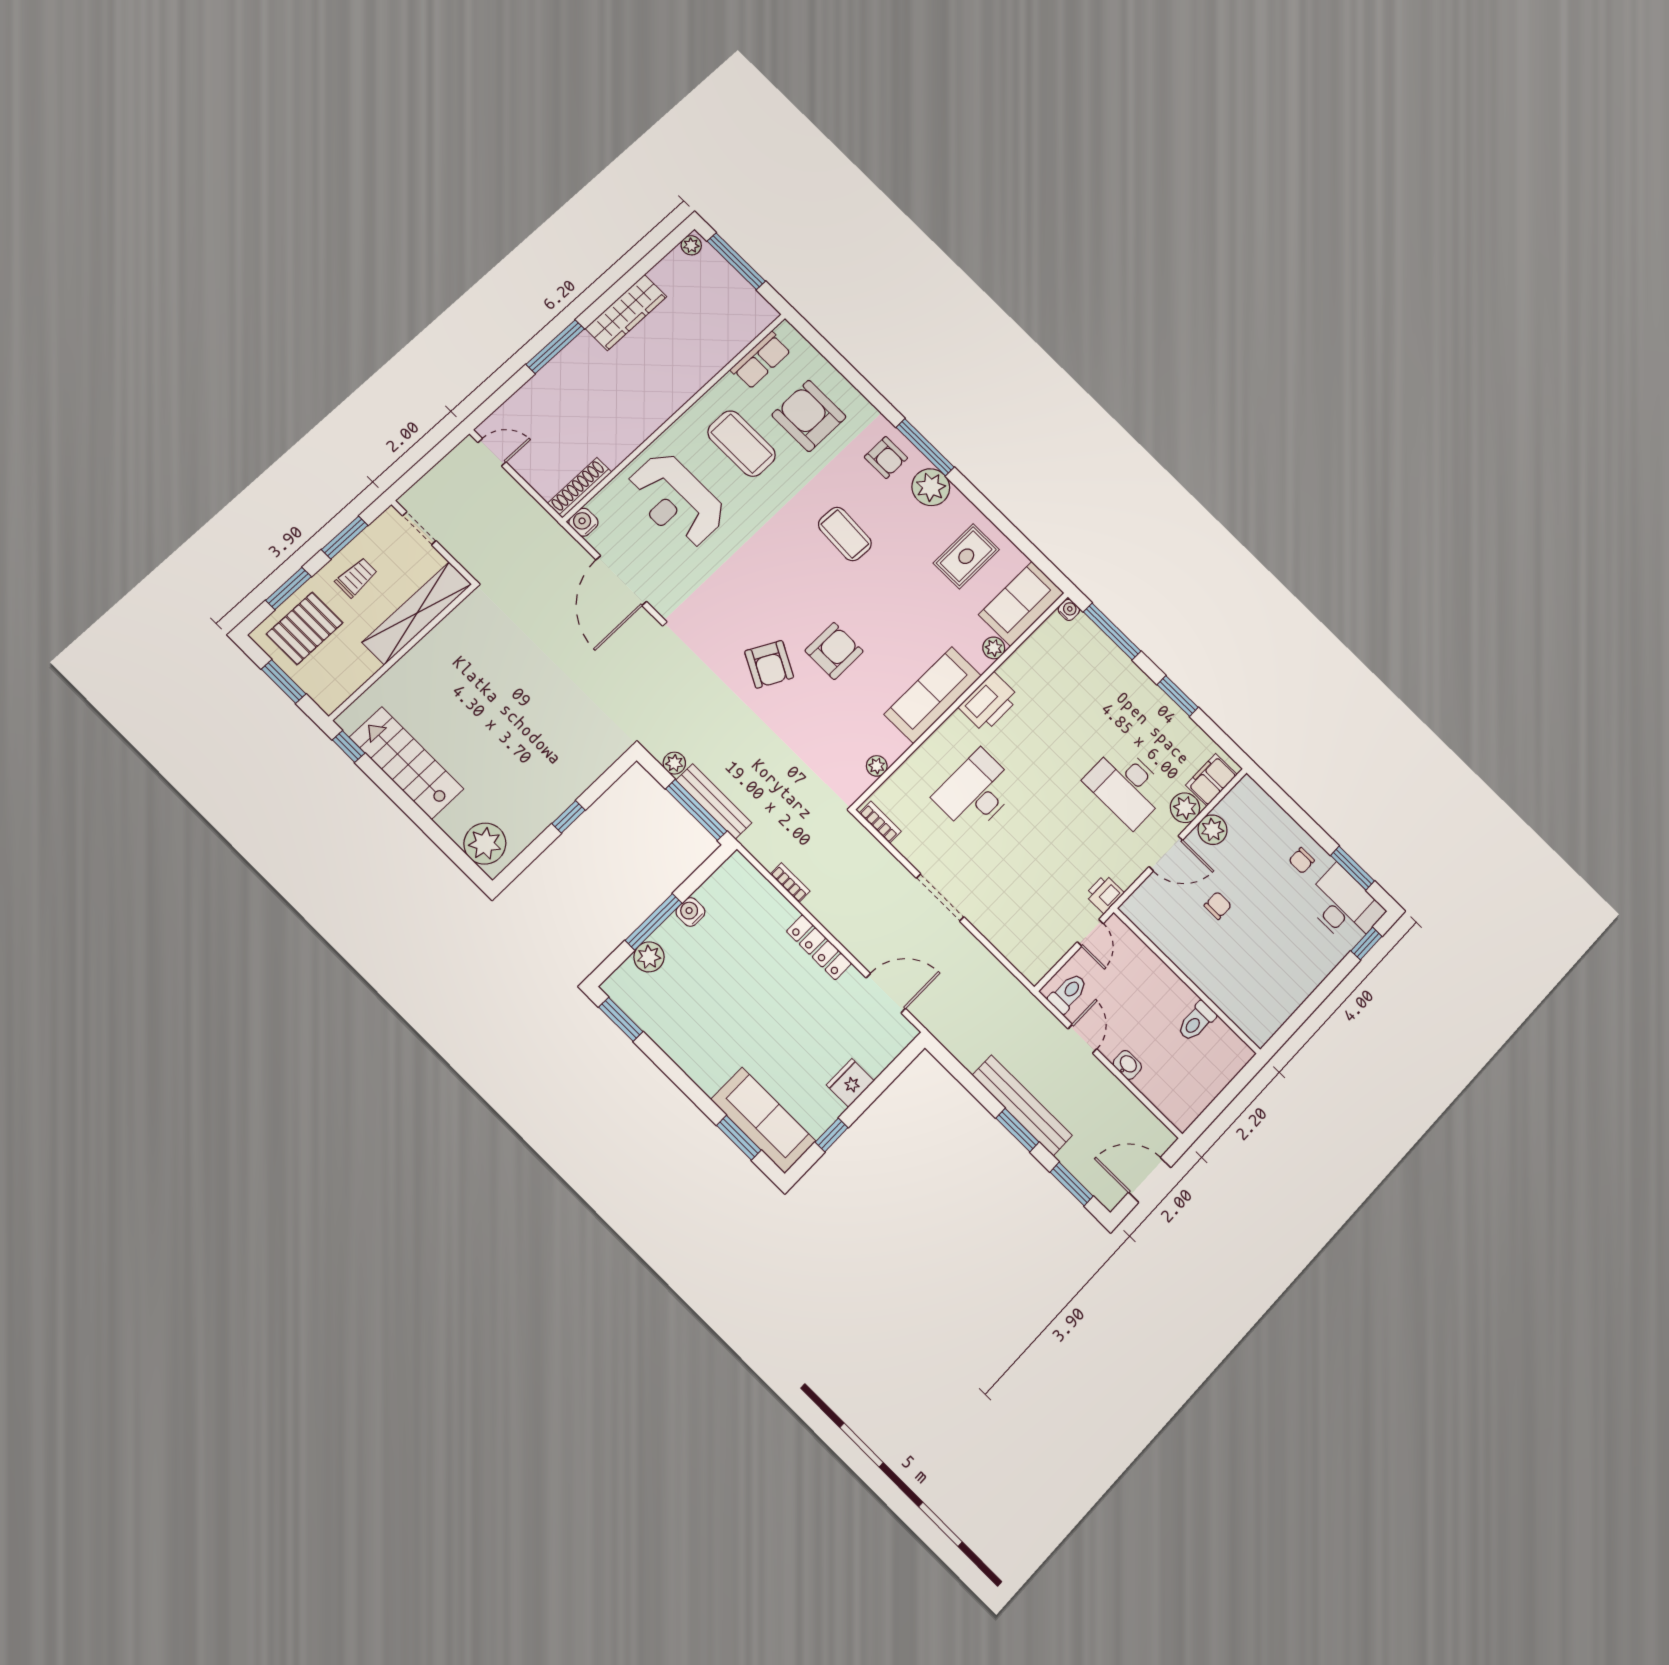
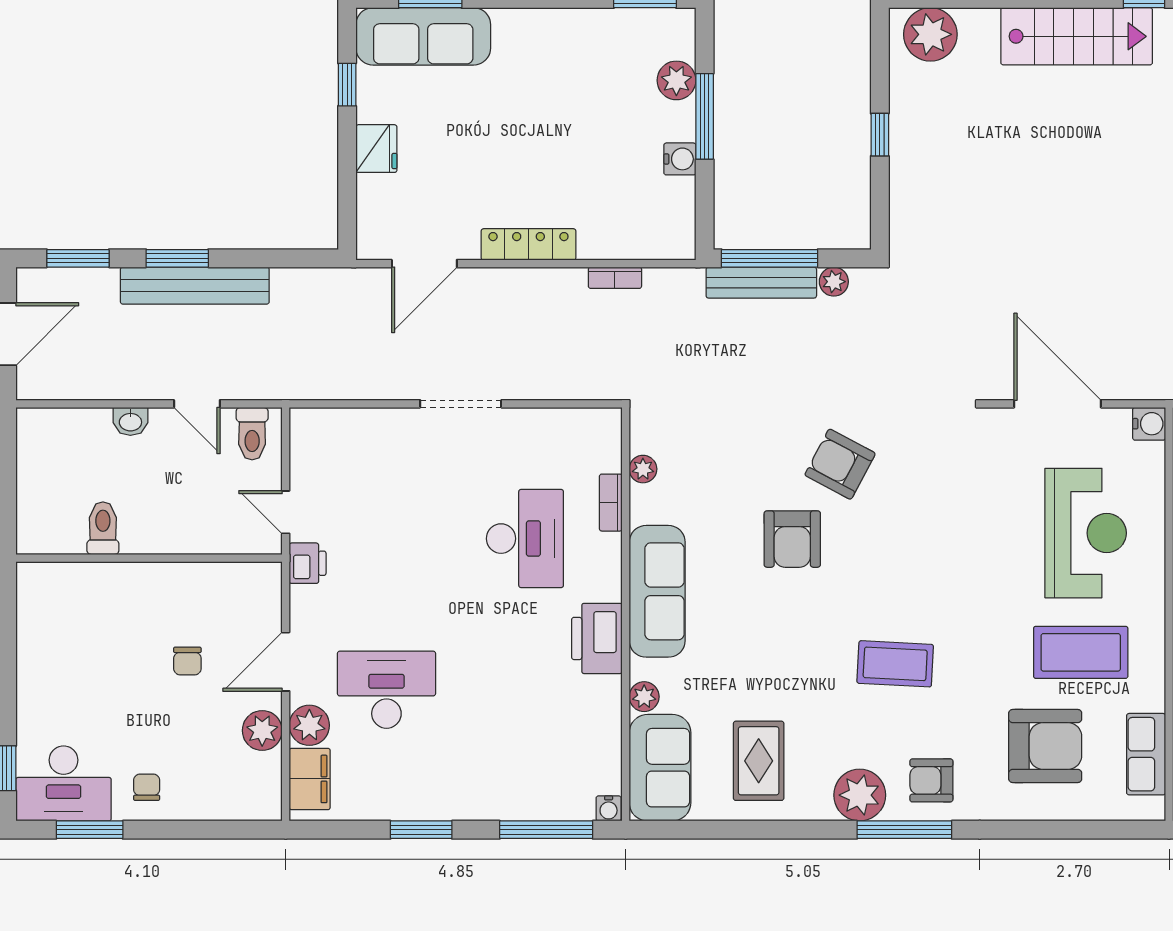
reception desk: (676, 500) -> (1086, 533), turned 90
bookcase: (880, 822) -> (611, 503), moved, turned 90

